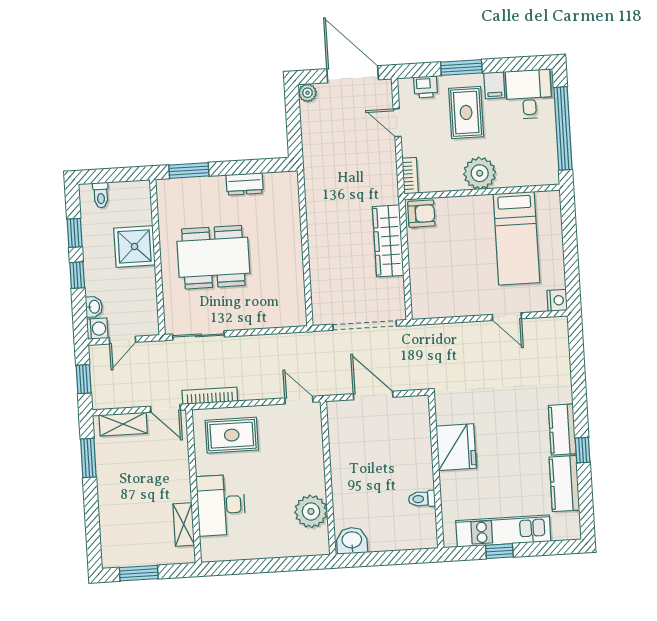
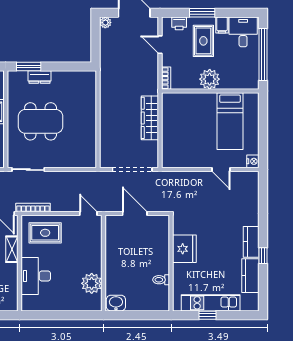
dresser: (245, 184) -> (39, 77), moved
armchair: (421, 214) -> (172, 102), removed
shelving: (184, 525) -> (12, 249), moved

